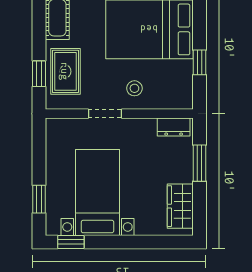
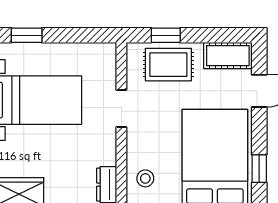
stool: (134, 88) -> (145, 178), moved

